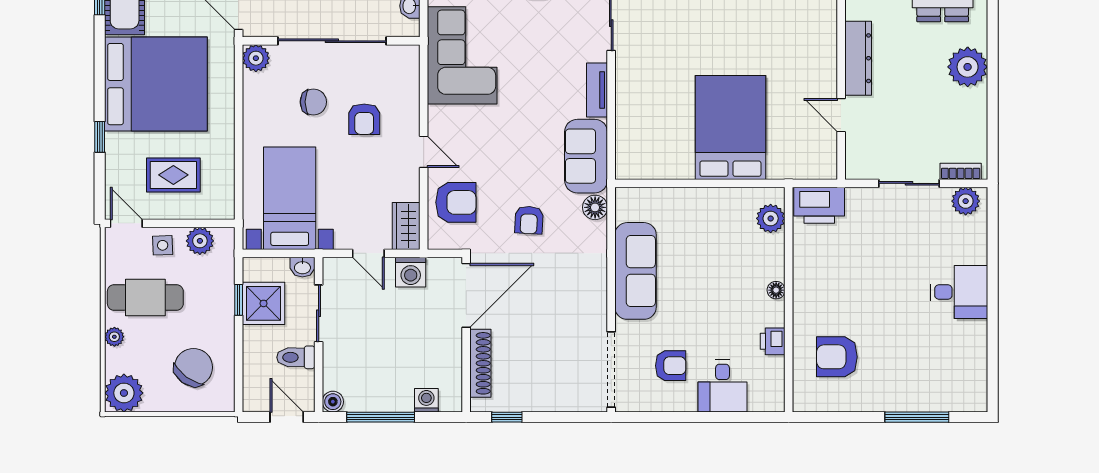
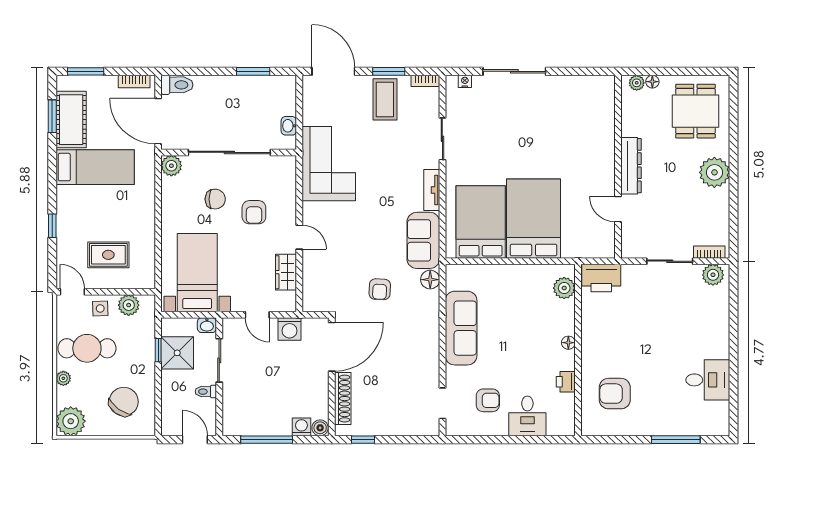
bed: (156, 84) -> (95, 167), width x0.49
bed: (661, 132) -> (481, 222), added
armchair: (456, 202) -> (324, 276), removed
wardrobe: (406, 226) -> (286, 272), moved
desk: (959, 292) -> (708, 380), moved
toilet: (296, 357) -> (206, 392), width x0.73, depth x0.72
doorway: (611, 370) -> (442, 403), width x0.53
boiler: (333, 402) -> (320, 428), moved

